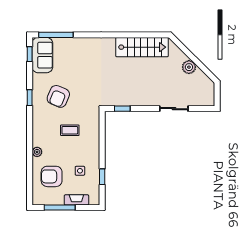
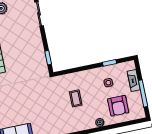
armchair: (58, 96) -> (49, 114), removed

